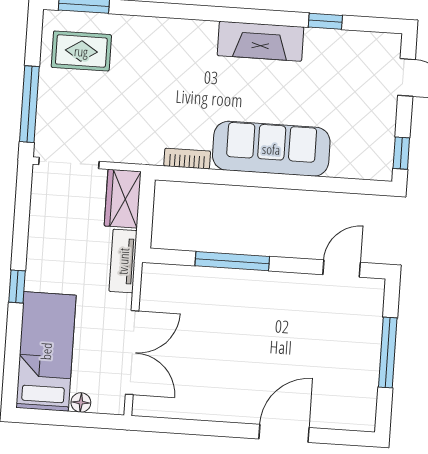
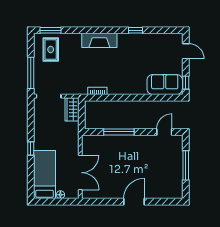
window: (325, 21) -> (135, 30), moved
fireplace: (261, 41) -> (99, 40), moved
rug: (81, 51) -> (51, 49), turned 90
sofa: (271, 149) -> (165, 84), moved, width x0.73
tv unit: (123, 261) -> (74, 135), removed
door: (284, 433) -> (134, 202), moved

